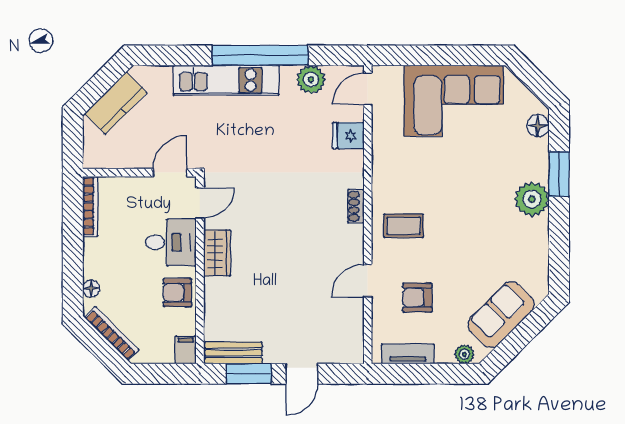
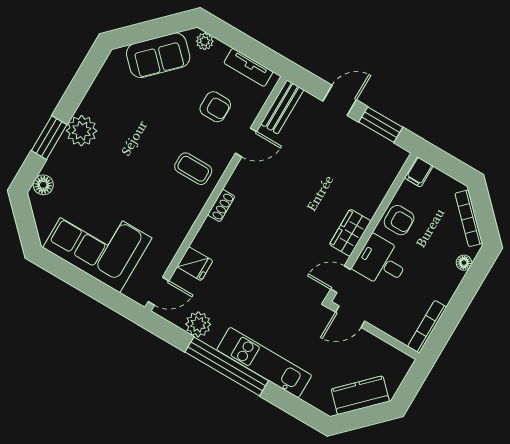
bench: (233, 353) -> (282, 107), moved, turned 90

